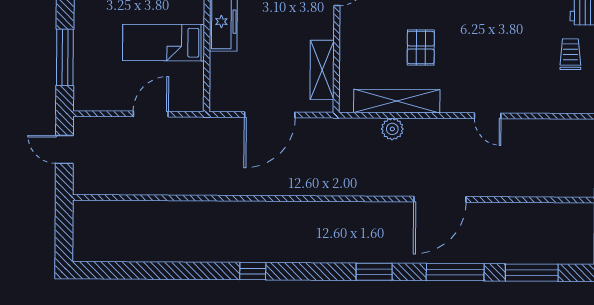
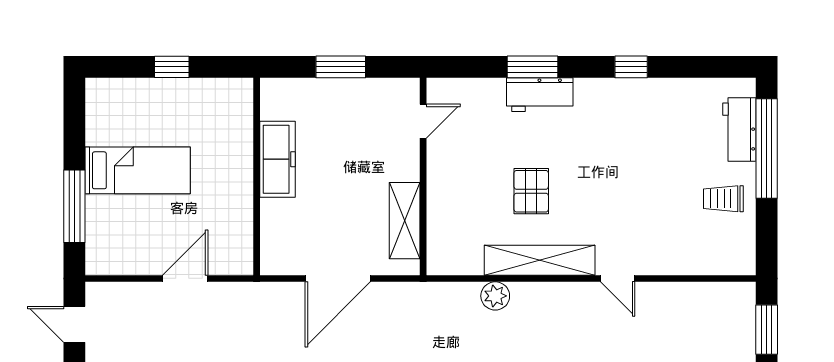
bed: (164, 43) -> (138, 170), moved, turned 180
trolley: (570, 54) -> (723, 199), turned -90
shelving: (397, 101) -> (540, 260), moved

